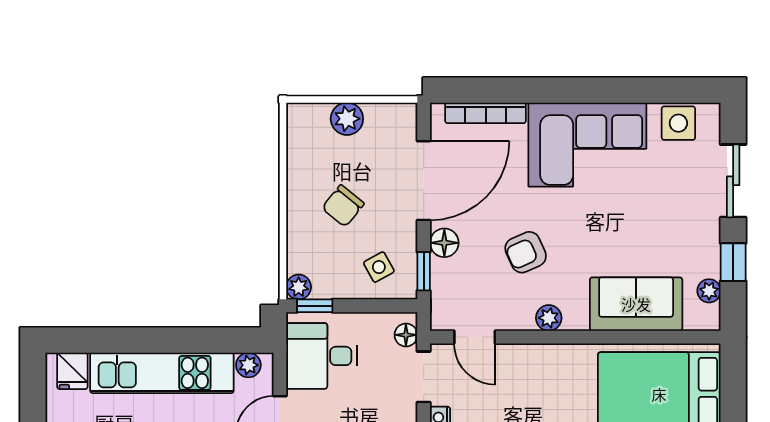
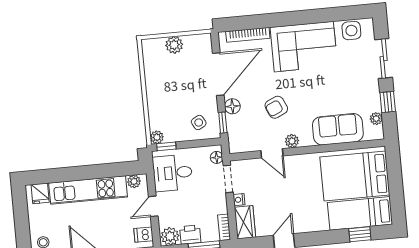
chair: (343, 206) -> (176, 92), removed
door: (475, 337) -> (272, 153), moved

